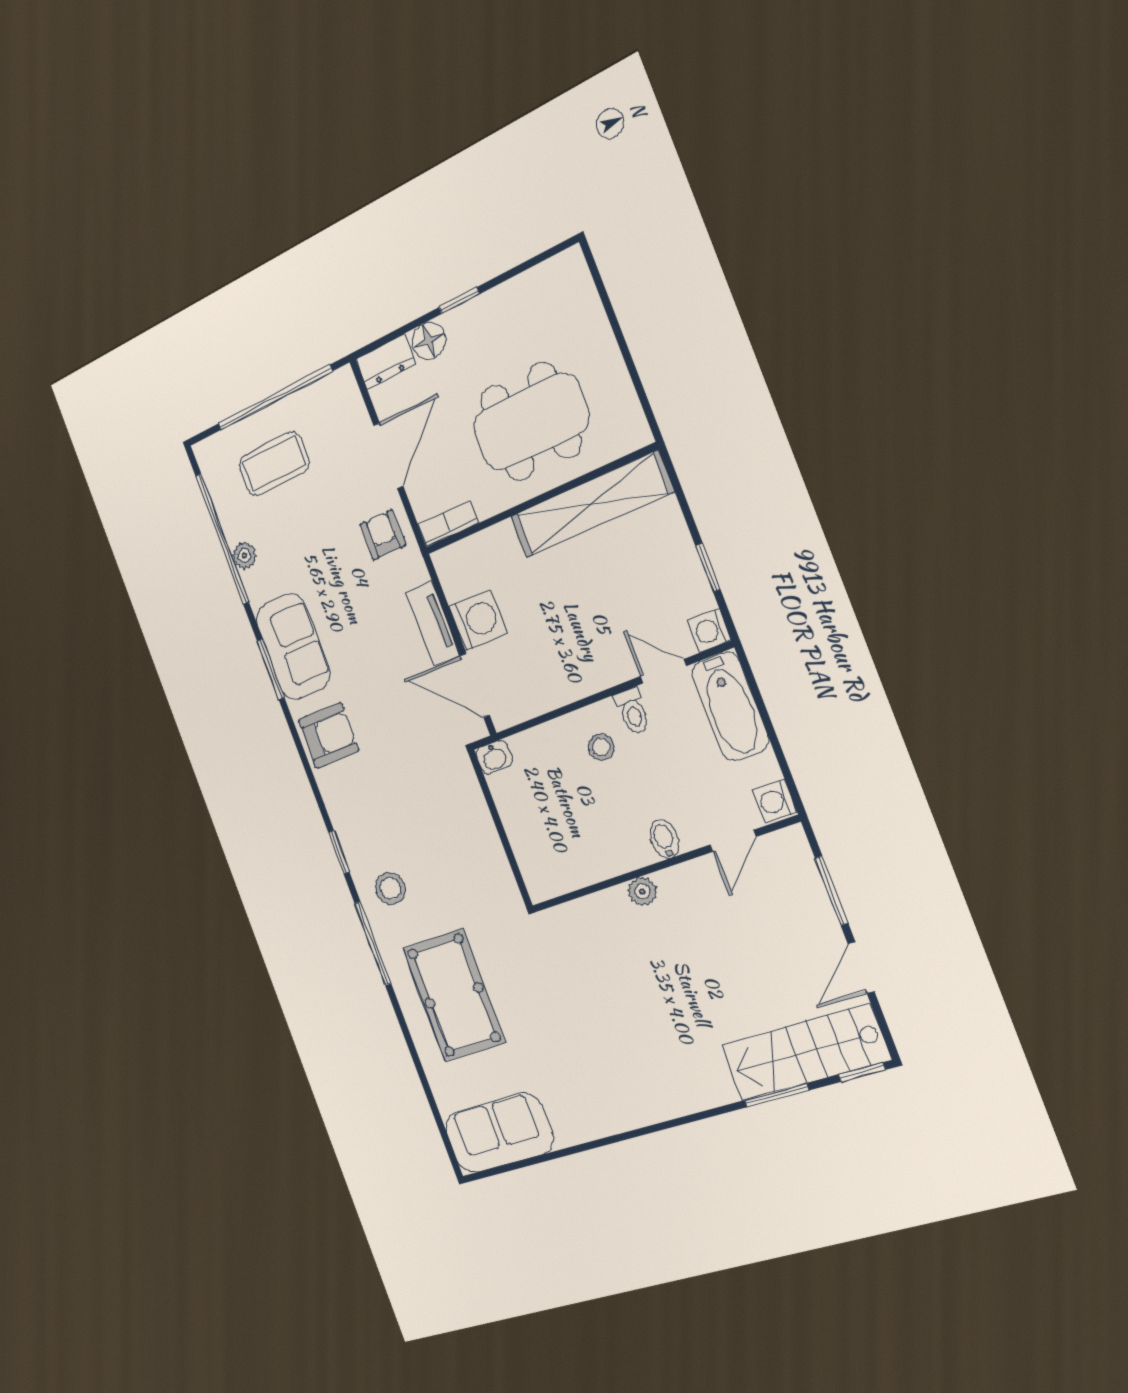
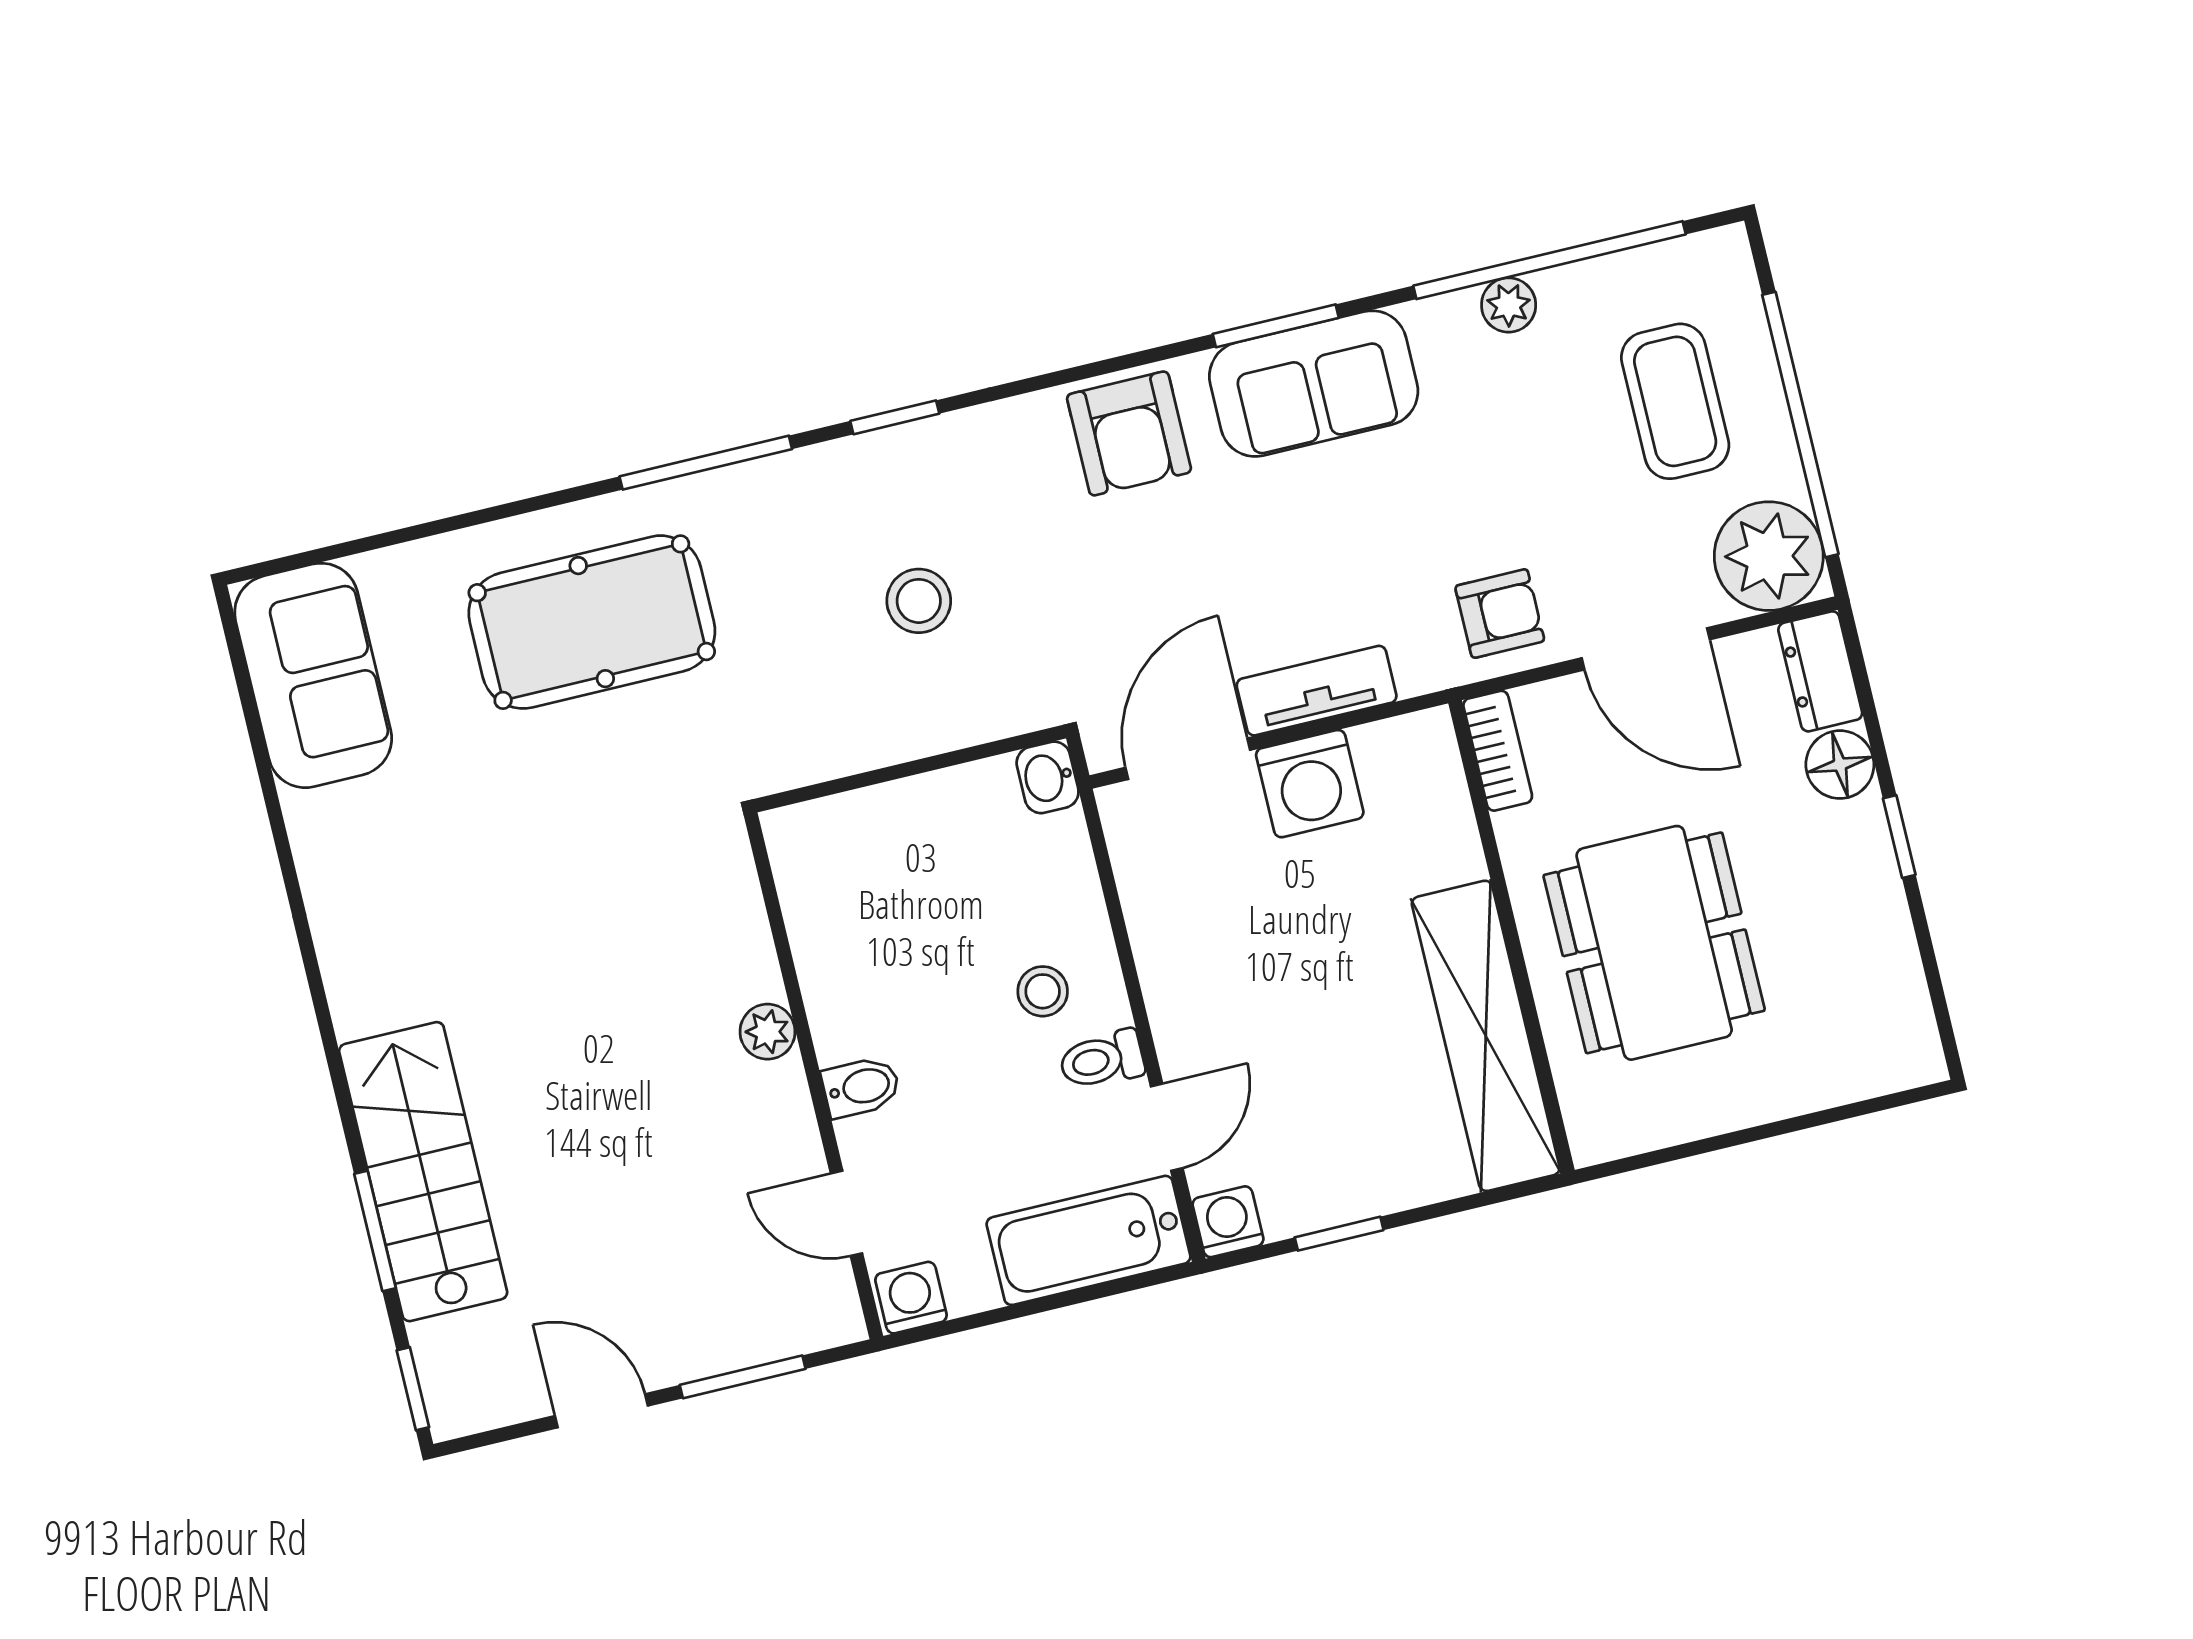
plant: (336, 401) -> (1769, 556), added
stool: (390, 888) -> (919, 601), moved
stairs: (805, 1053) -> (423, 1172), moved

